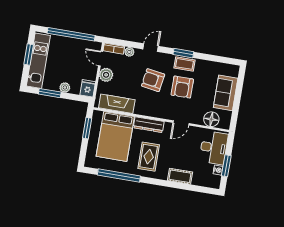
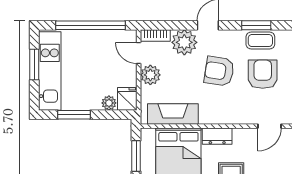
plant: (129, 52) -> (184, 42), width x1.88, depth x1.88
plant: (65, 87) -> (109, 103), moved
armchair: (182, 87) -> (263, 74), turned 180
dresser: (149, 125) -> (217, 136), width x0.70

